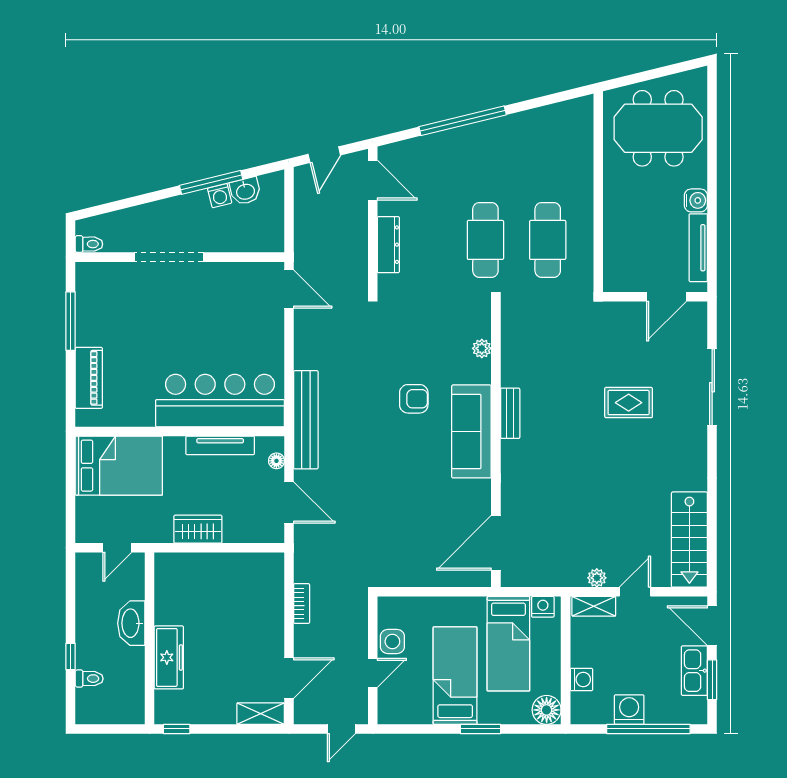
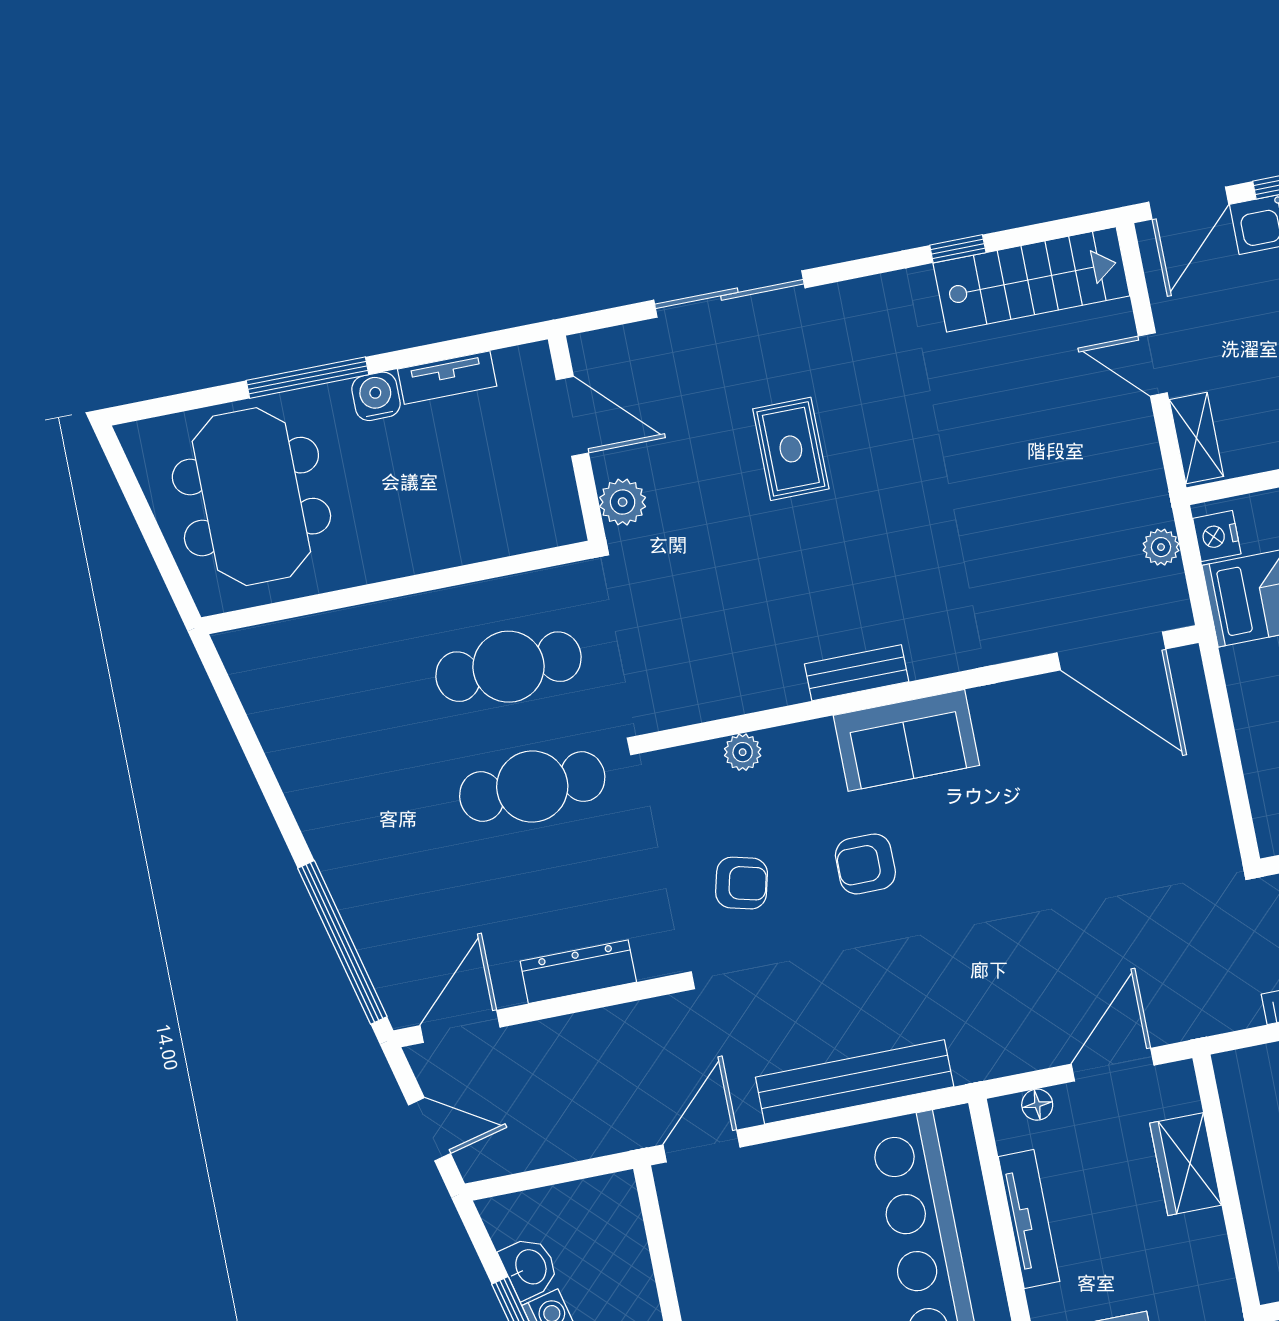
window: (463, 121) -> (342, 942), moved
window: (712, 168) -> (307, 378), added
tv unit: (698, 248) -> (447, 378), width x0.71
plant: (619, 313) -> (623, 502), added
armchair: (416, 335) -> (742, 883), added
armchair: (414, 399) -> (865, 864), turned -90
bench: (306, 420) -> (855, 1082), moved
sofa: (471, 431) -> (906, 740), width x0.73
window: (712, 506) -> (958, 249), added
wardrobe: (198, 529) -> (1186, 1164), moved
plant: (597, 578) -> (1161, 547), moved

